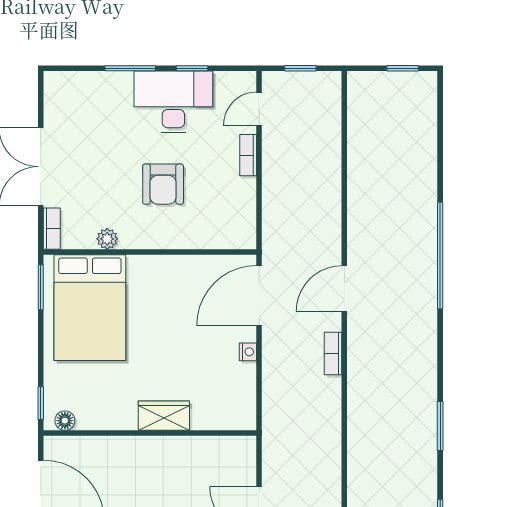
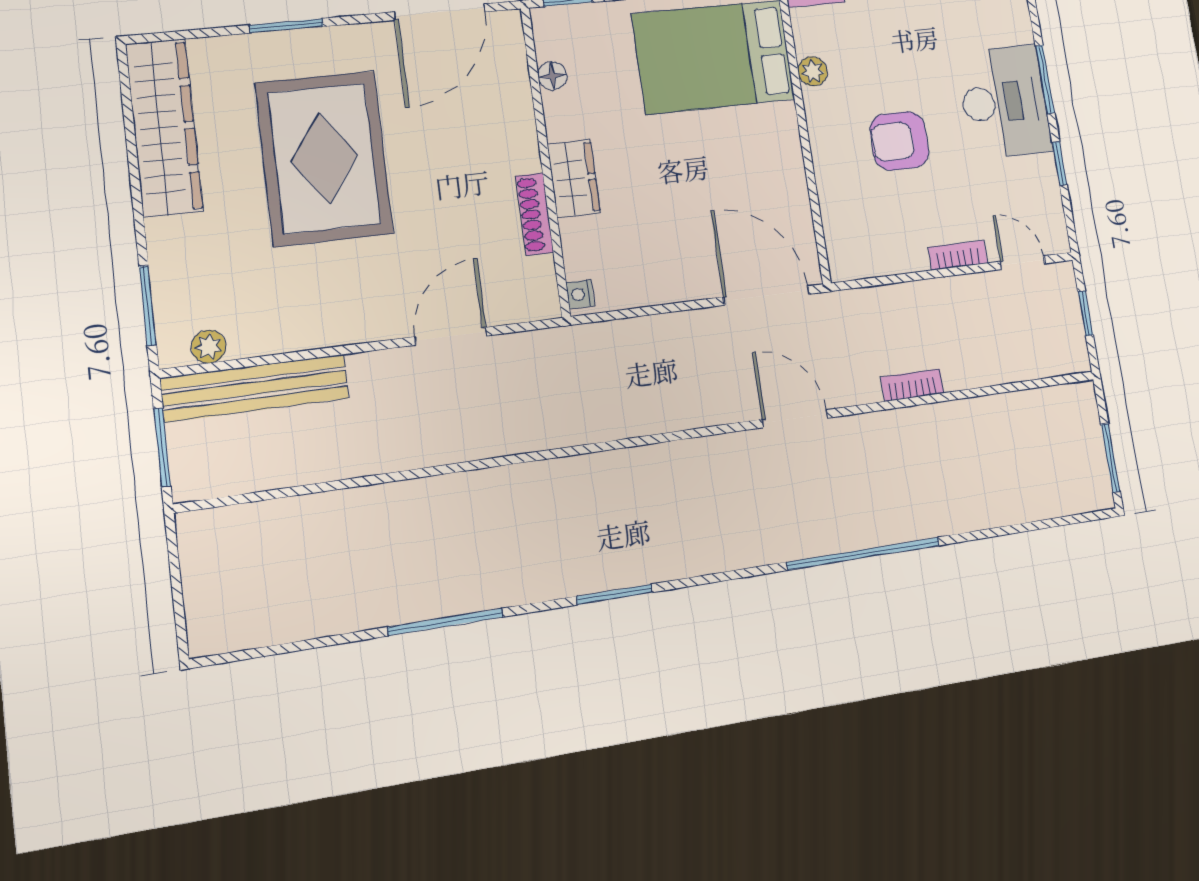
window: (403, 68) -> (1111, 458), width x1.50
desk: (173, 102) -> (1004, 102), moved
nightstand: (248, 352) -> (580, 294), moved, turned 90
bookcase: (333, 354) -> (912, 385), moved
floor lamp: (65, 421) -> (552, 76), moved
shoe rack: (185, 445) -> (535, 214), added

